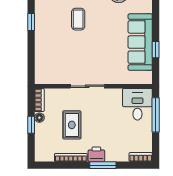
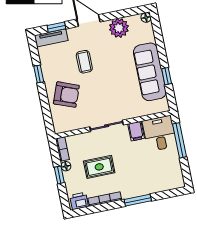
armchair: (54, 48) -> (66, 95), added
filing cabinet: (115, 97) -> (136, 131), added
rug: (72, 125) -> (99, 167), turned 90
printer: (96, 154) -> (79, 201), moved
bookcase: (141, 157) -> (173, 185), removed

